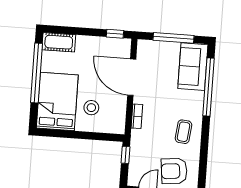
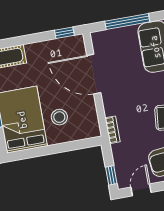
bookcase: (137, 116) -> (112, 130), moved
window: (125, 155) -> (111, 175), moved

